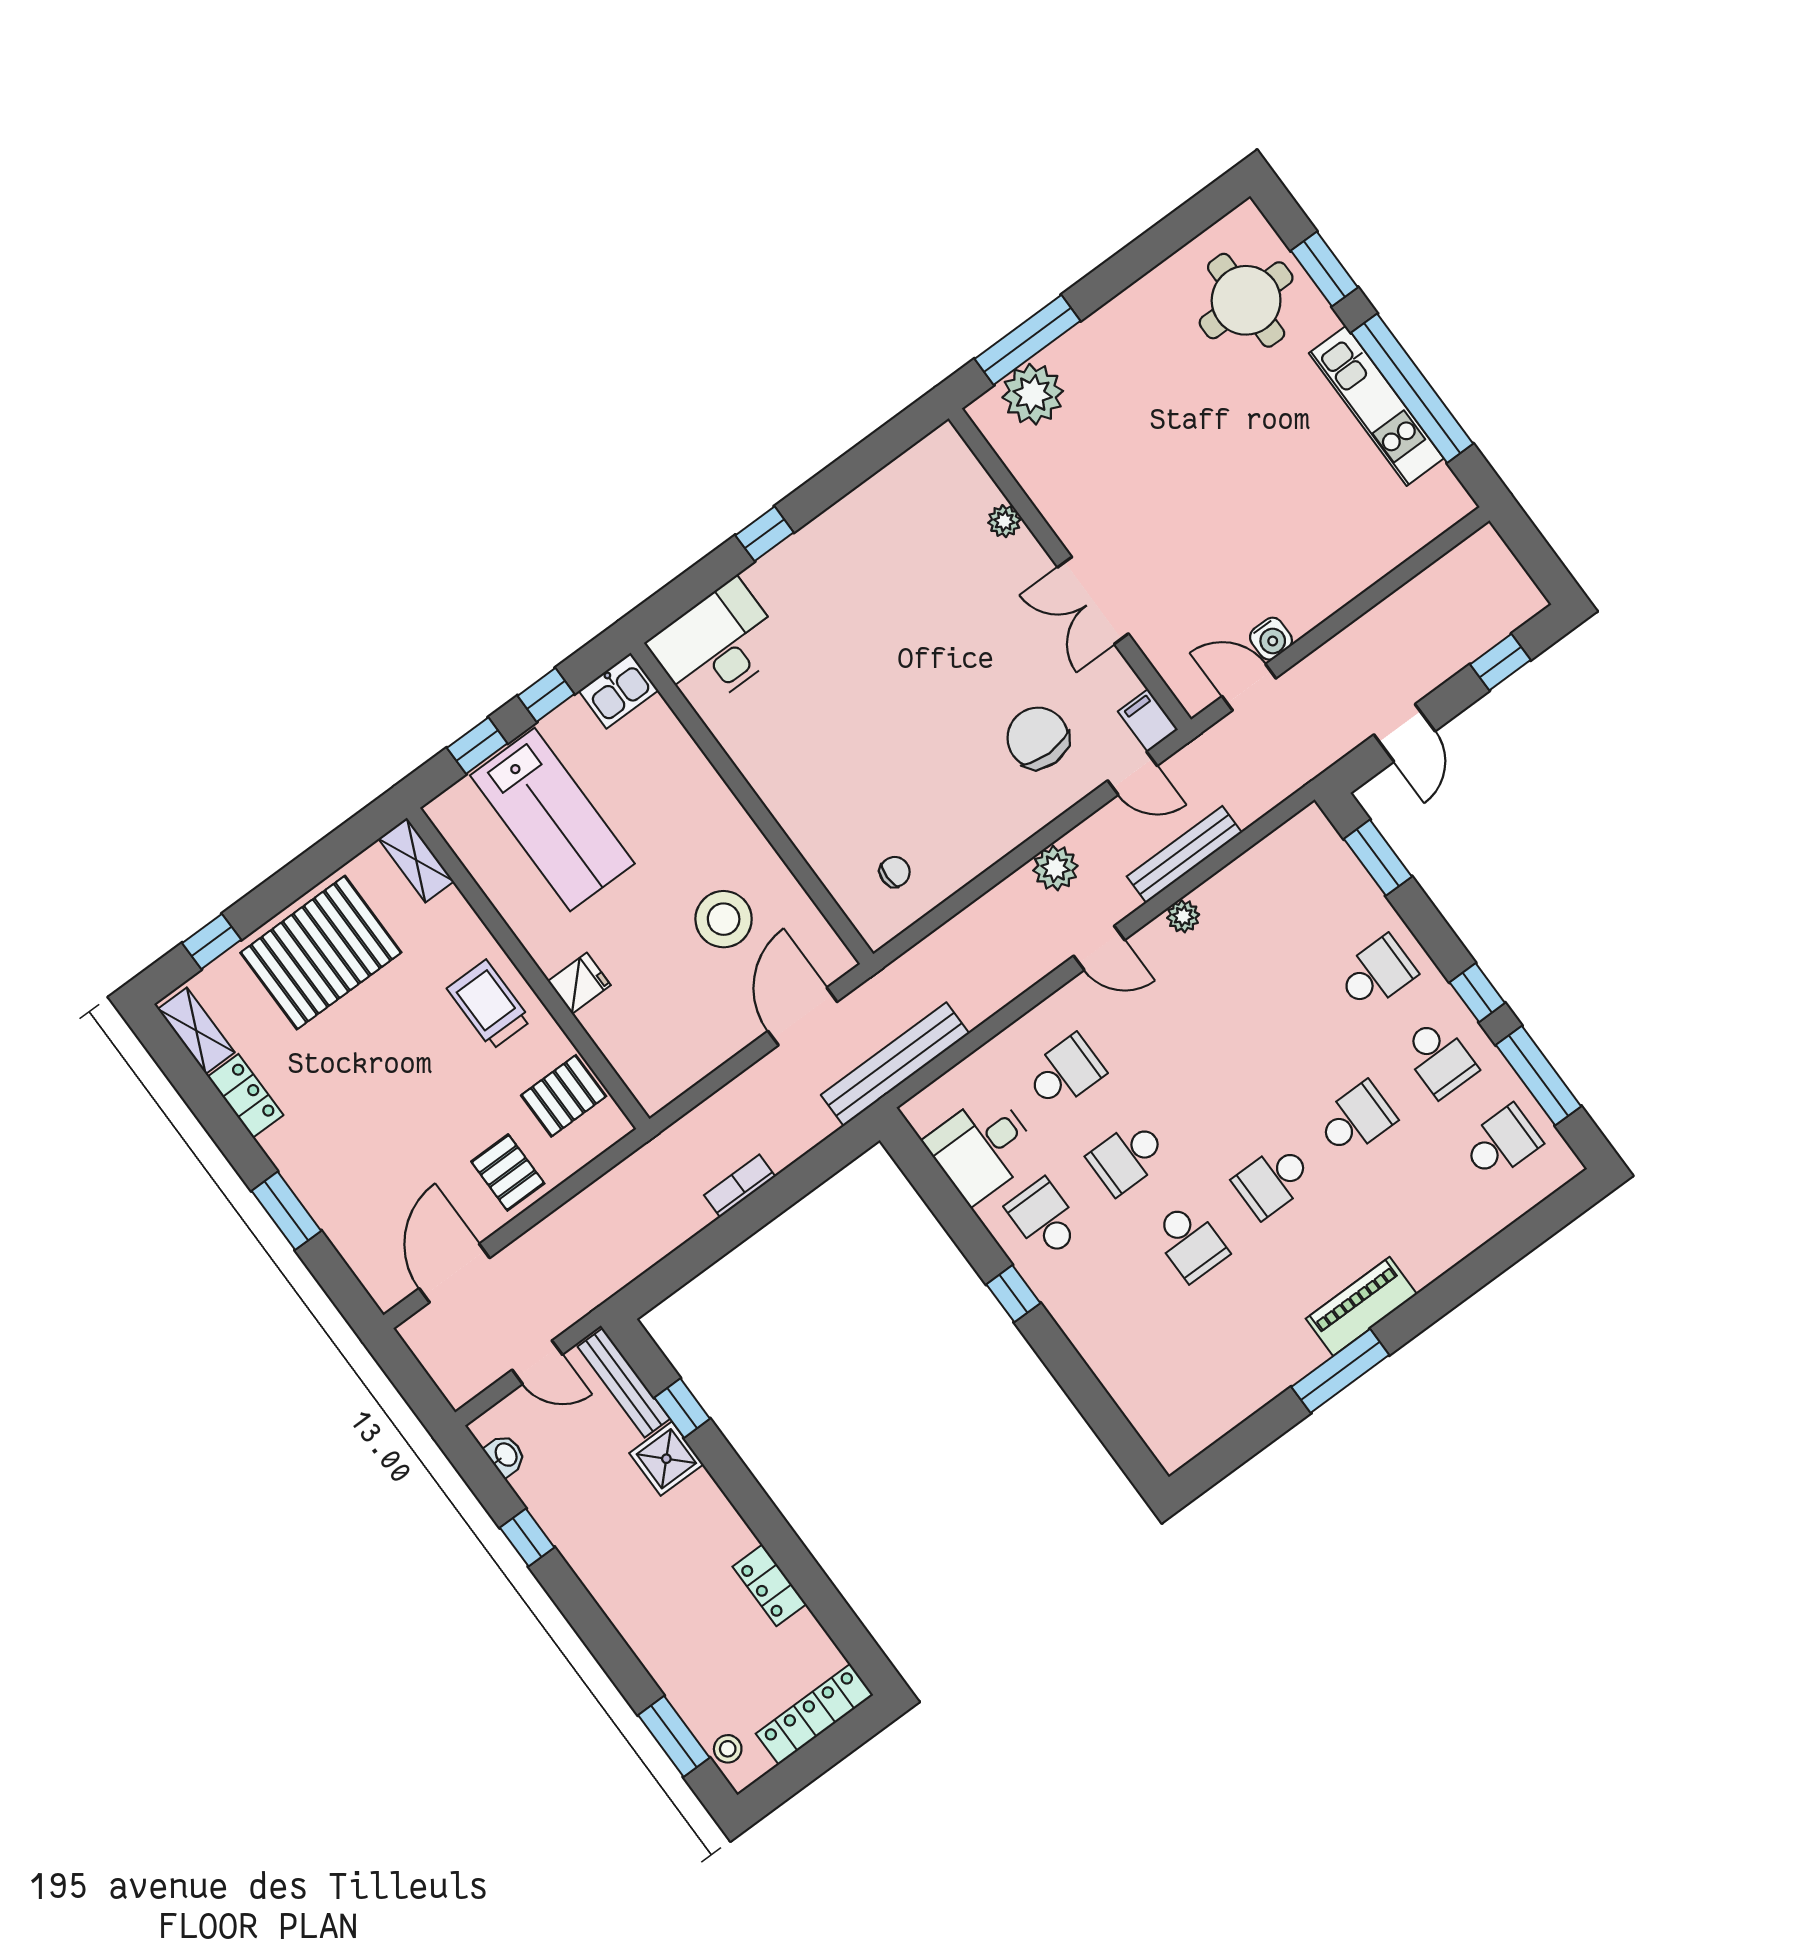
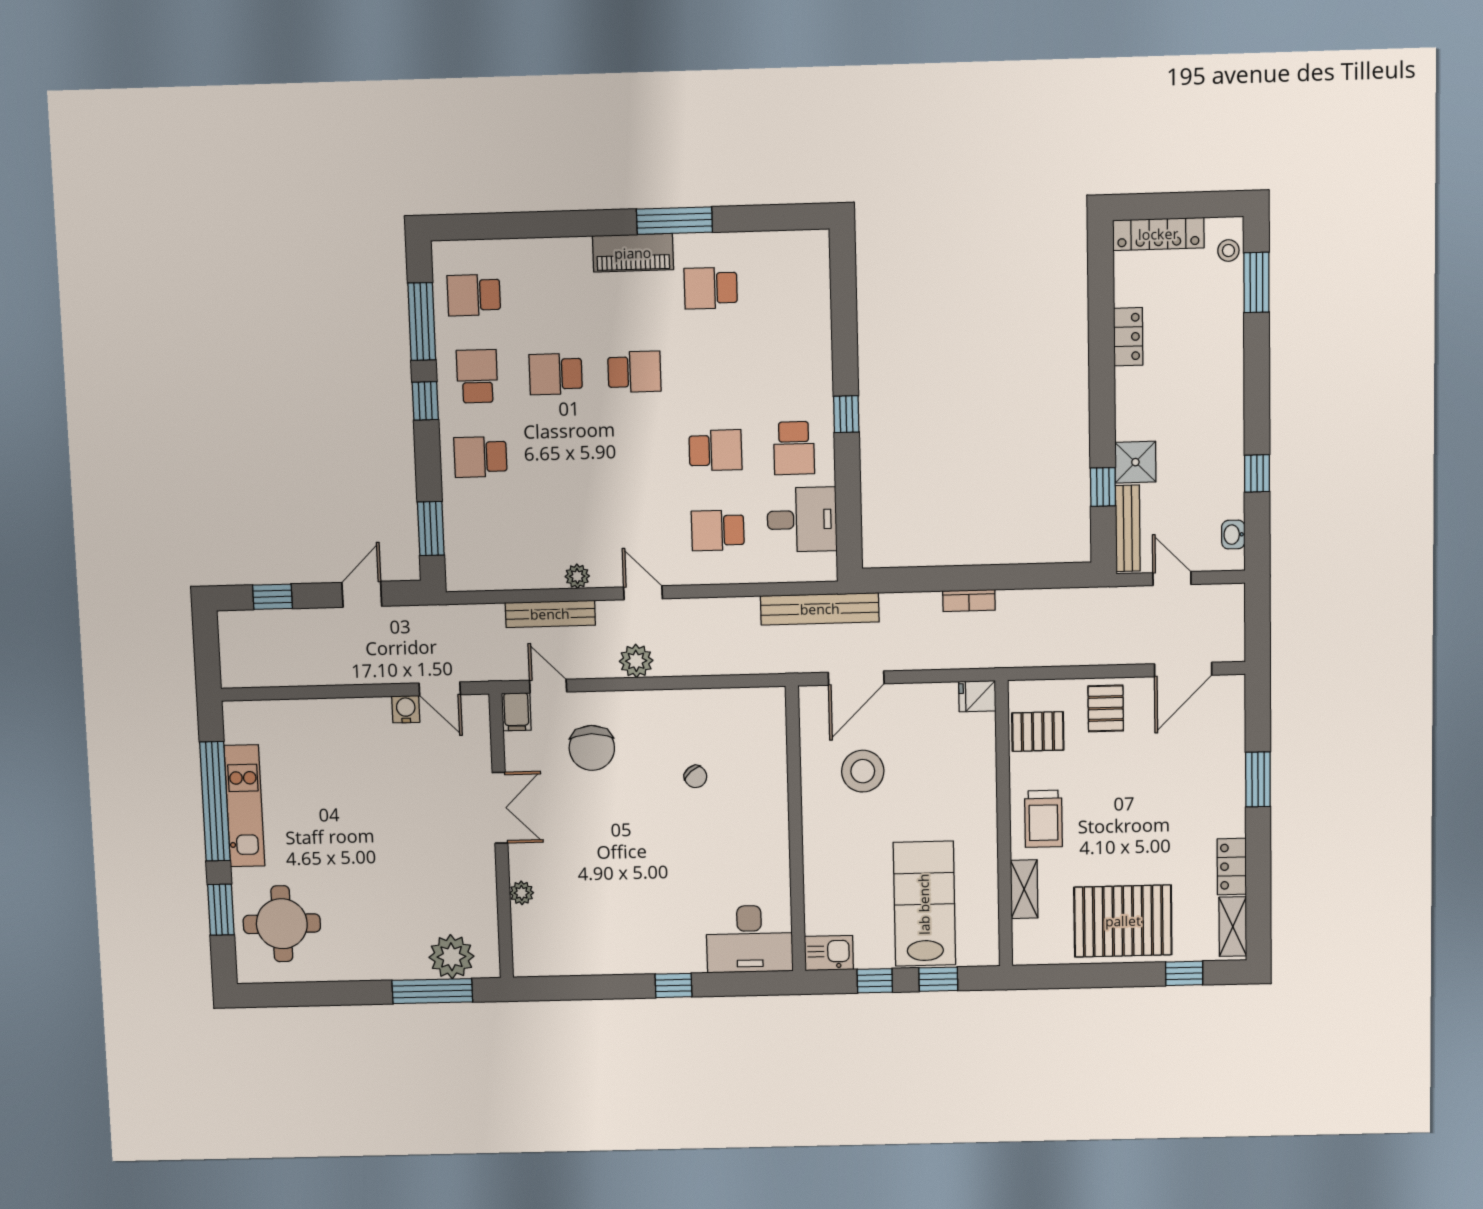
shelving: (416, 860) -> (1024, 889), moved
chair: (895, 872) -> (696, 777), moved, turned -130
fridge: (579, 983) -> (977, 696), moved
school desk: (1190, 1242) -> (711, 288), moved, turned -90

